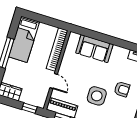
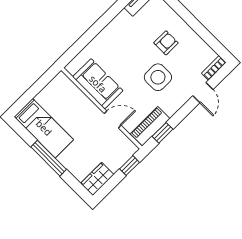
bookcase: (57, 49) -> (77, 95), removed
sofa: (94, 49) -> (98, 84), moved, turned -90

